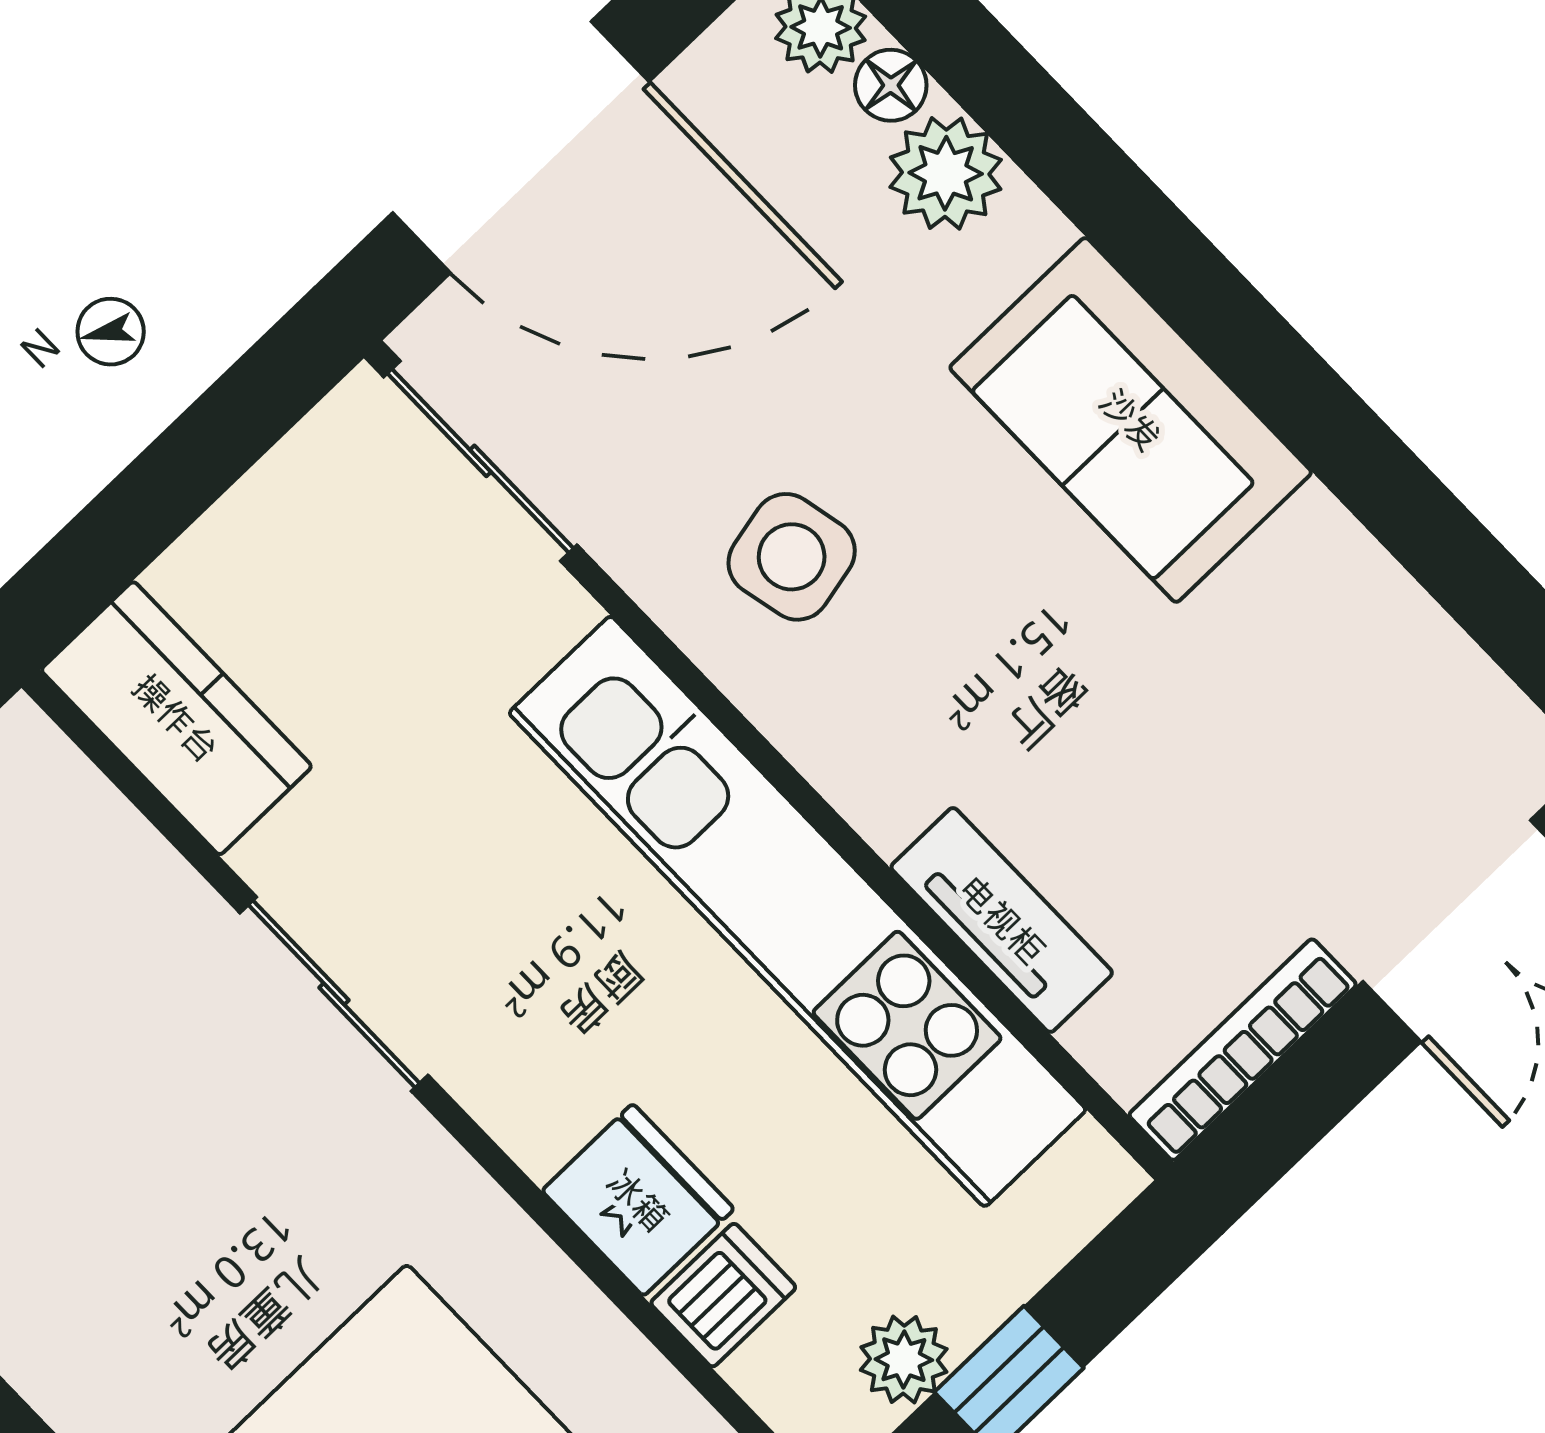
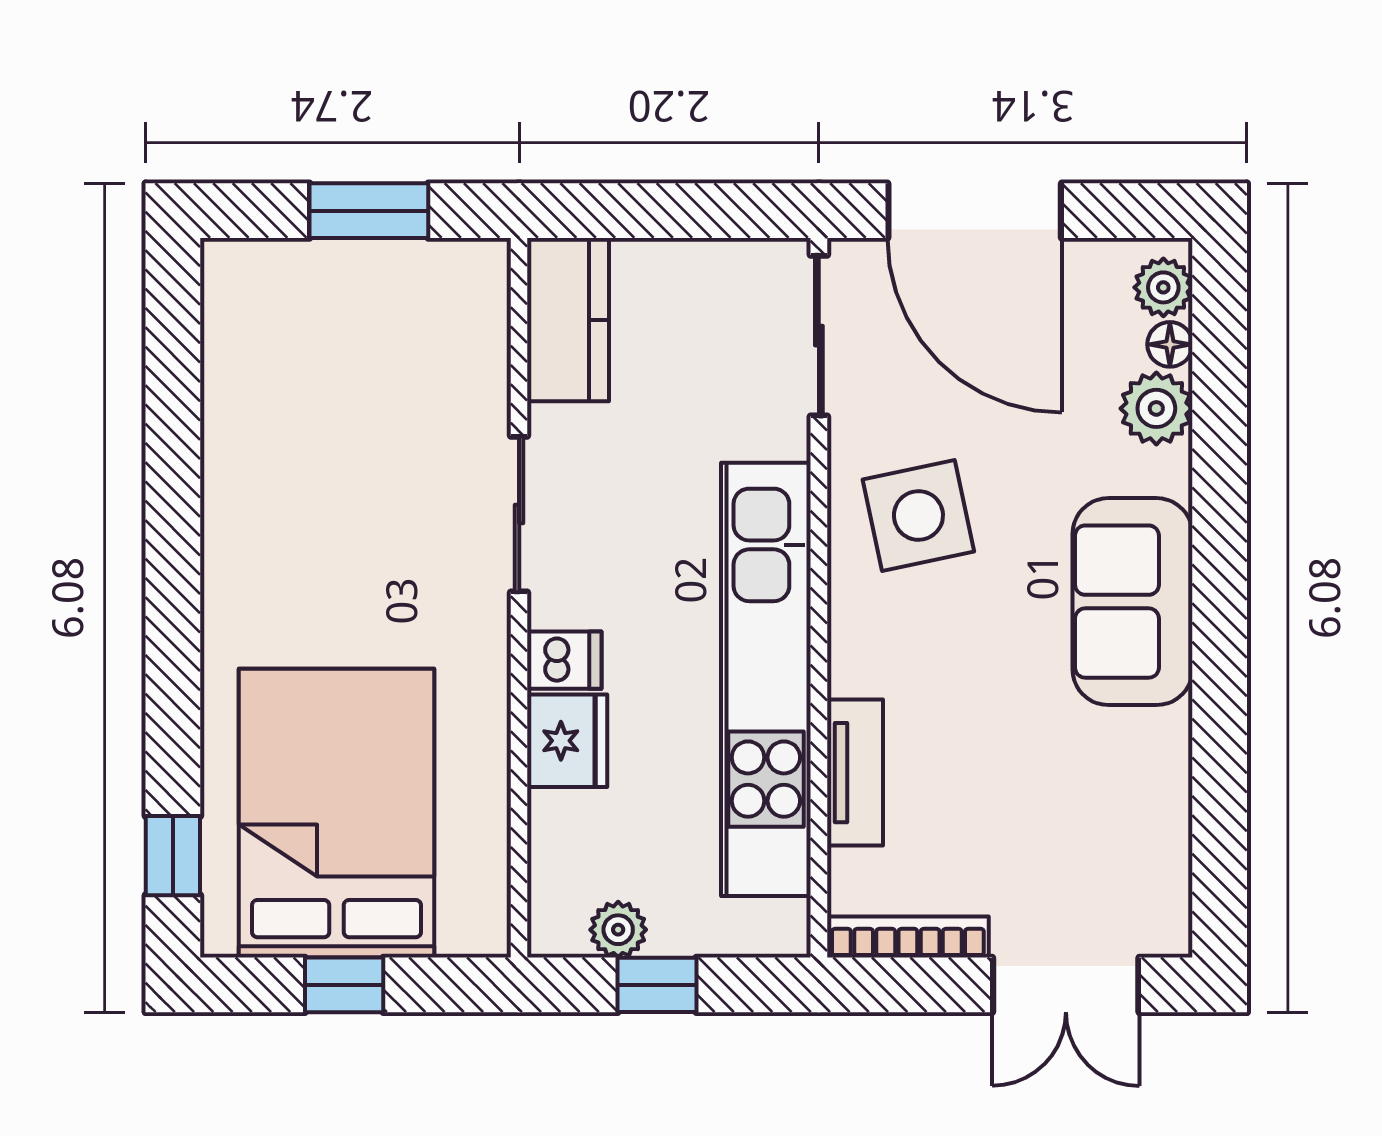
side table: (792, 557) -> (918, 515), width x1.37, depth x1.37
dishwasher: (723, 1295) -> (564, 660), moved

